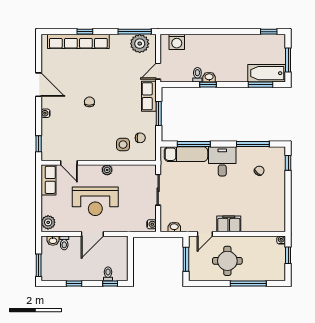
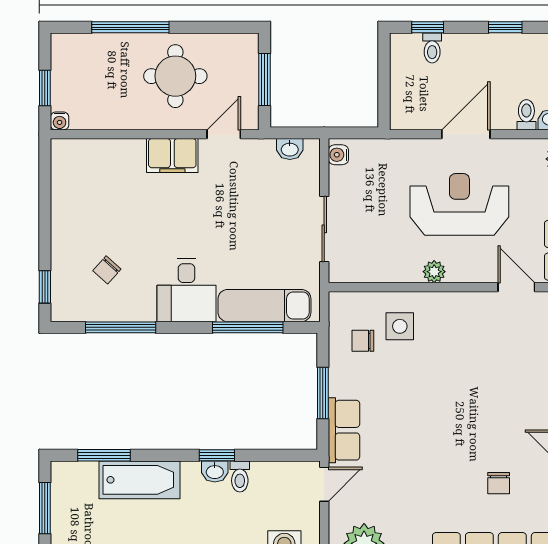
bathtub: (267, 73) -> (140, 480), moved
chair: (89, 102) -> (499, 483), moved

